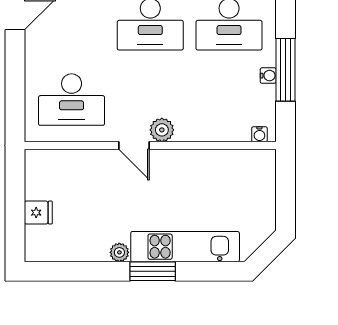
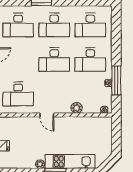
plant: (162, 130) -> (77, 108), moved

